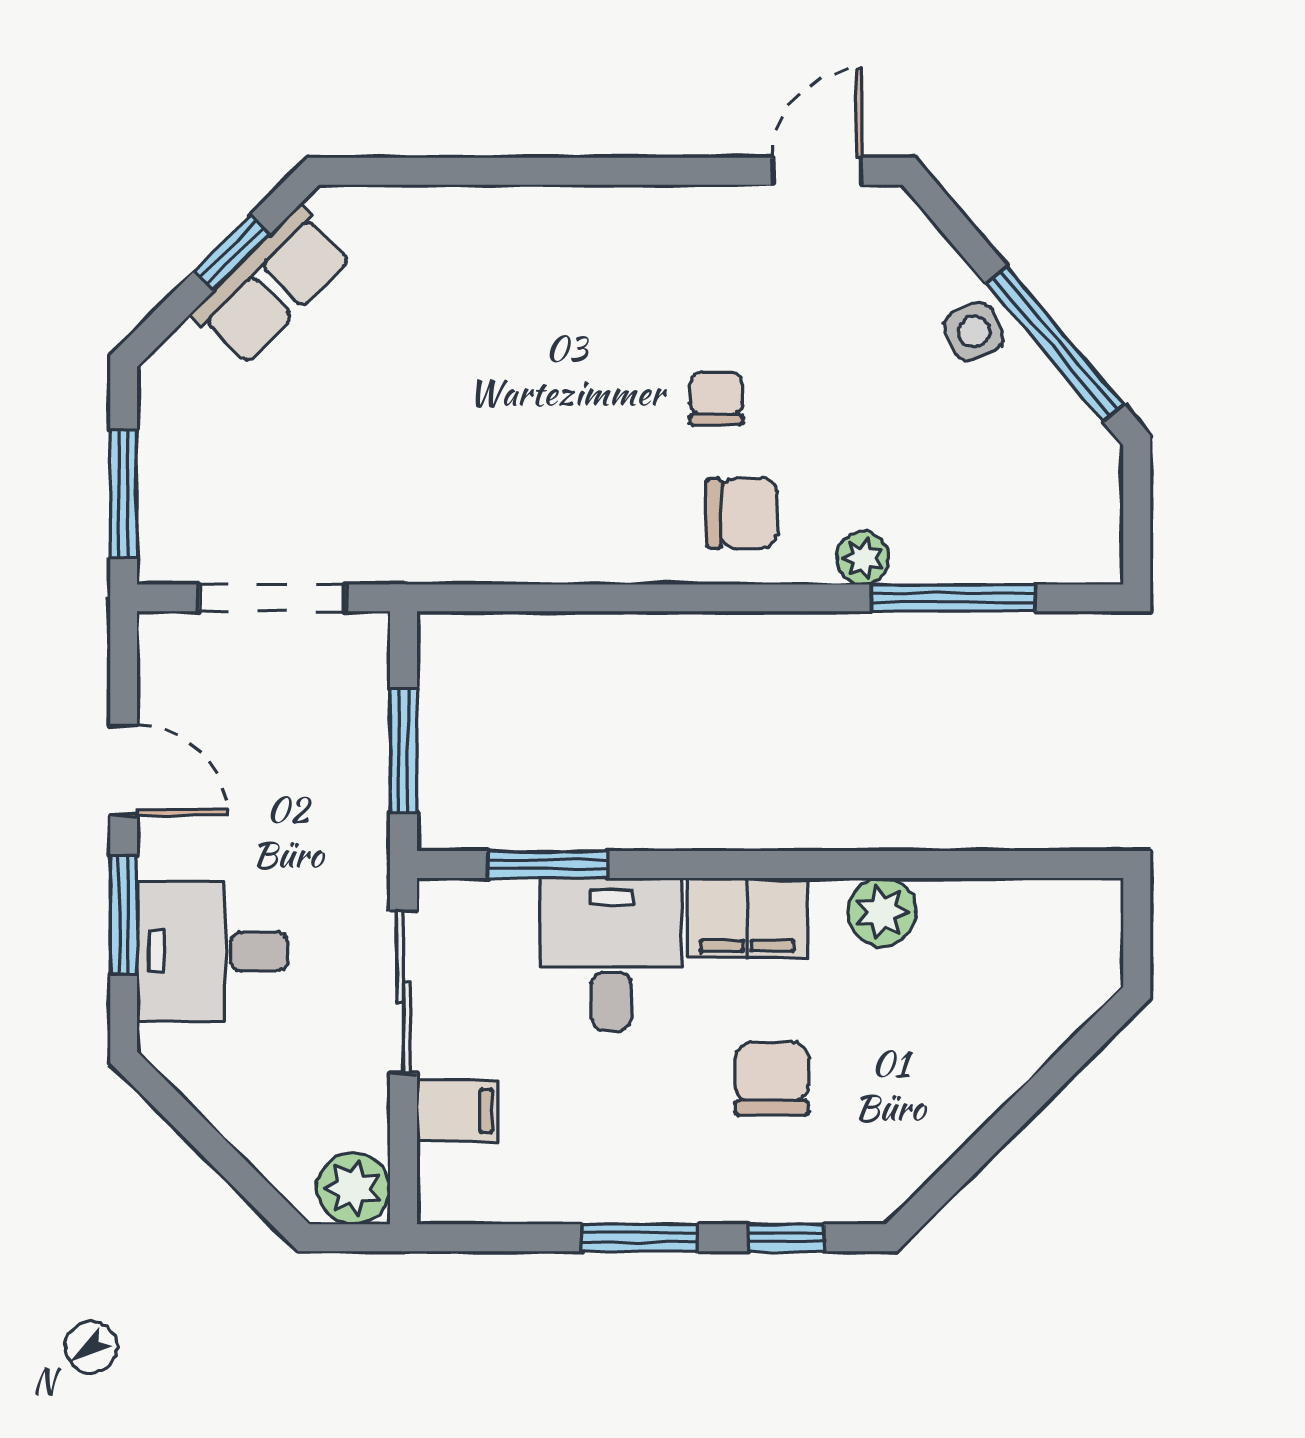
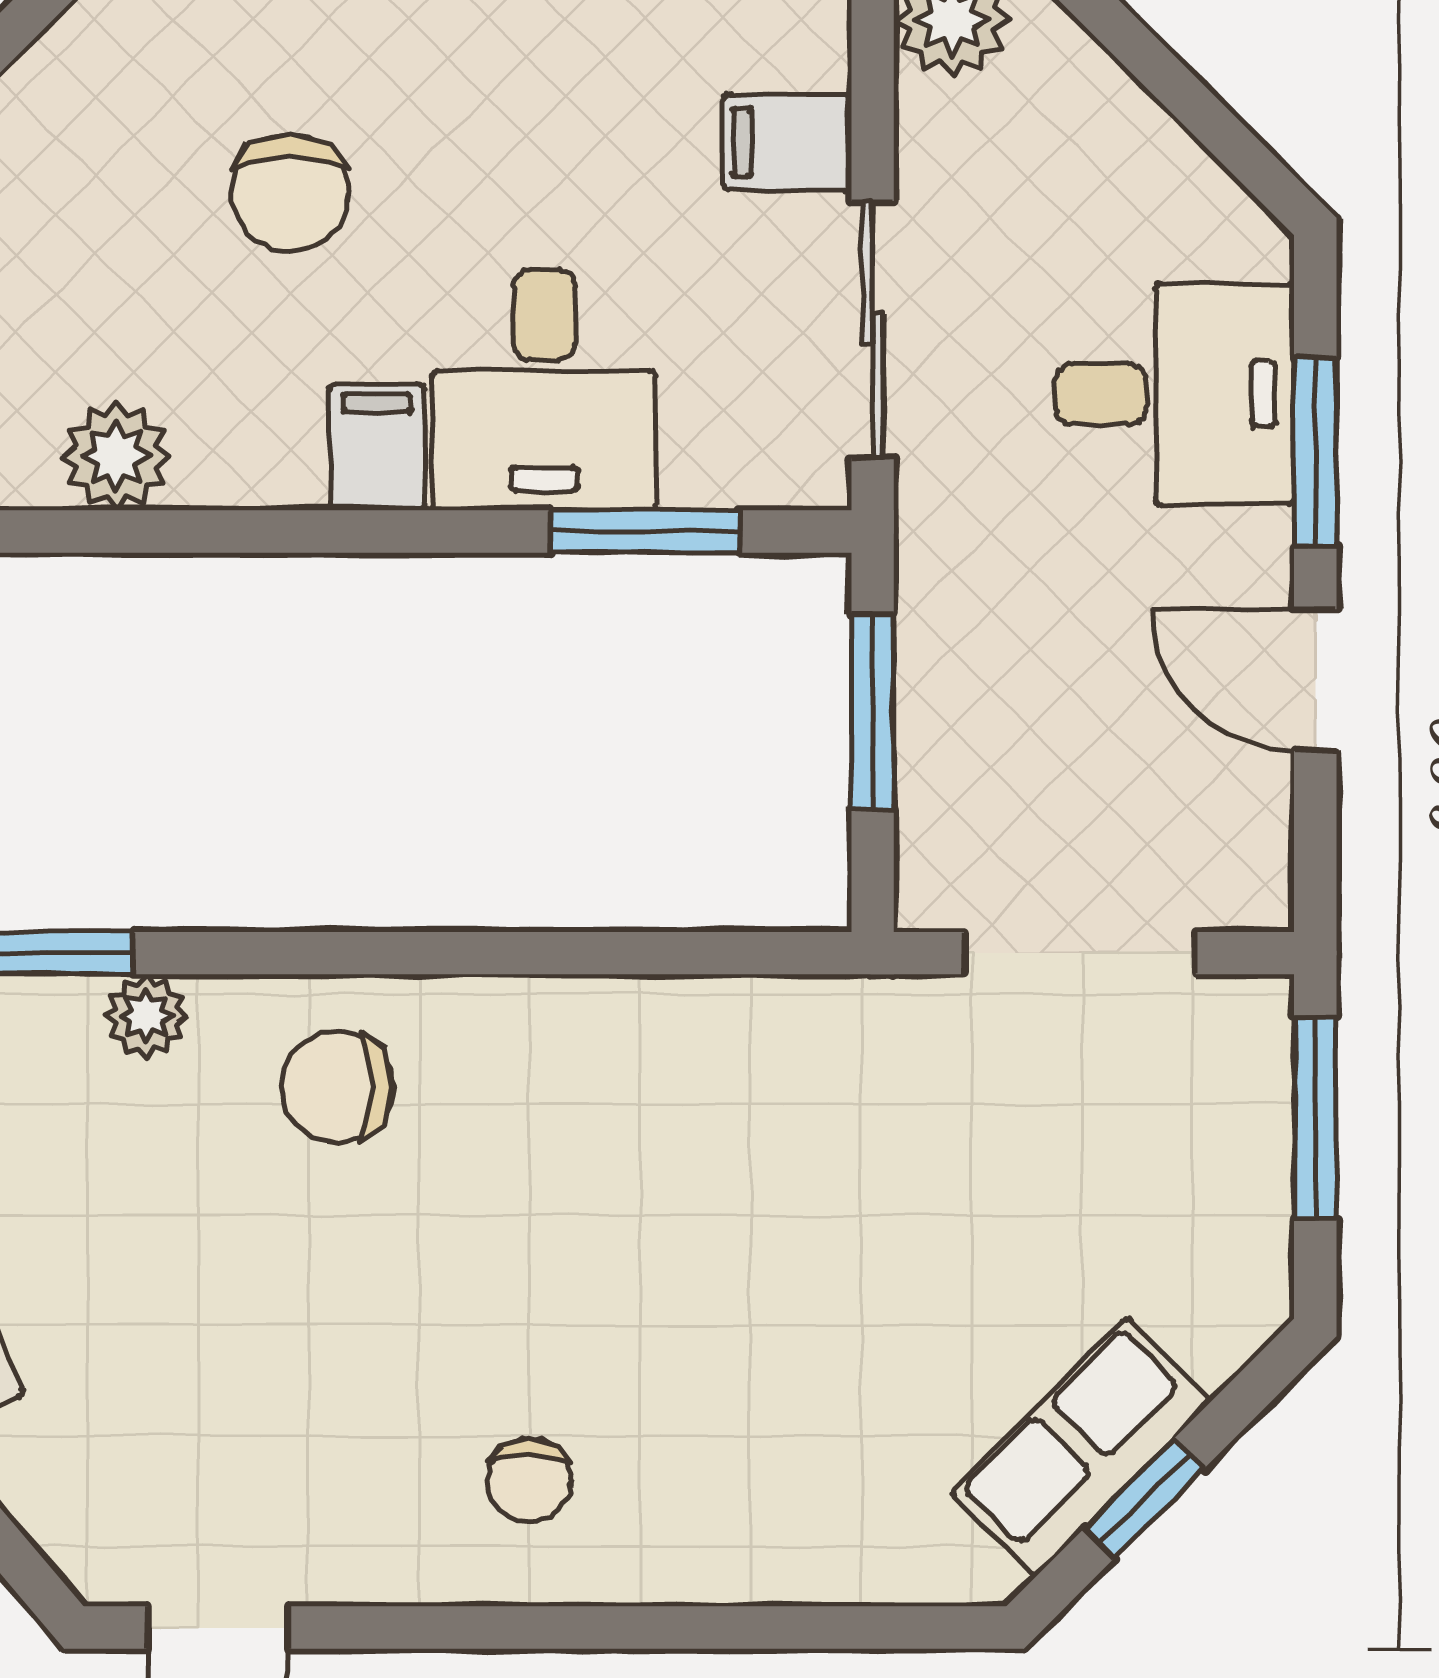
chair: (716, 399) -> (529, 1480), moved
filing cabinet: (747, 918) -> (377, 447), width x0.50

